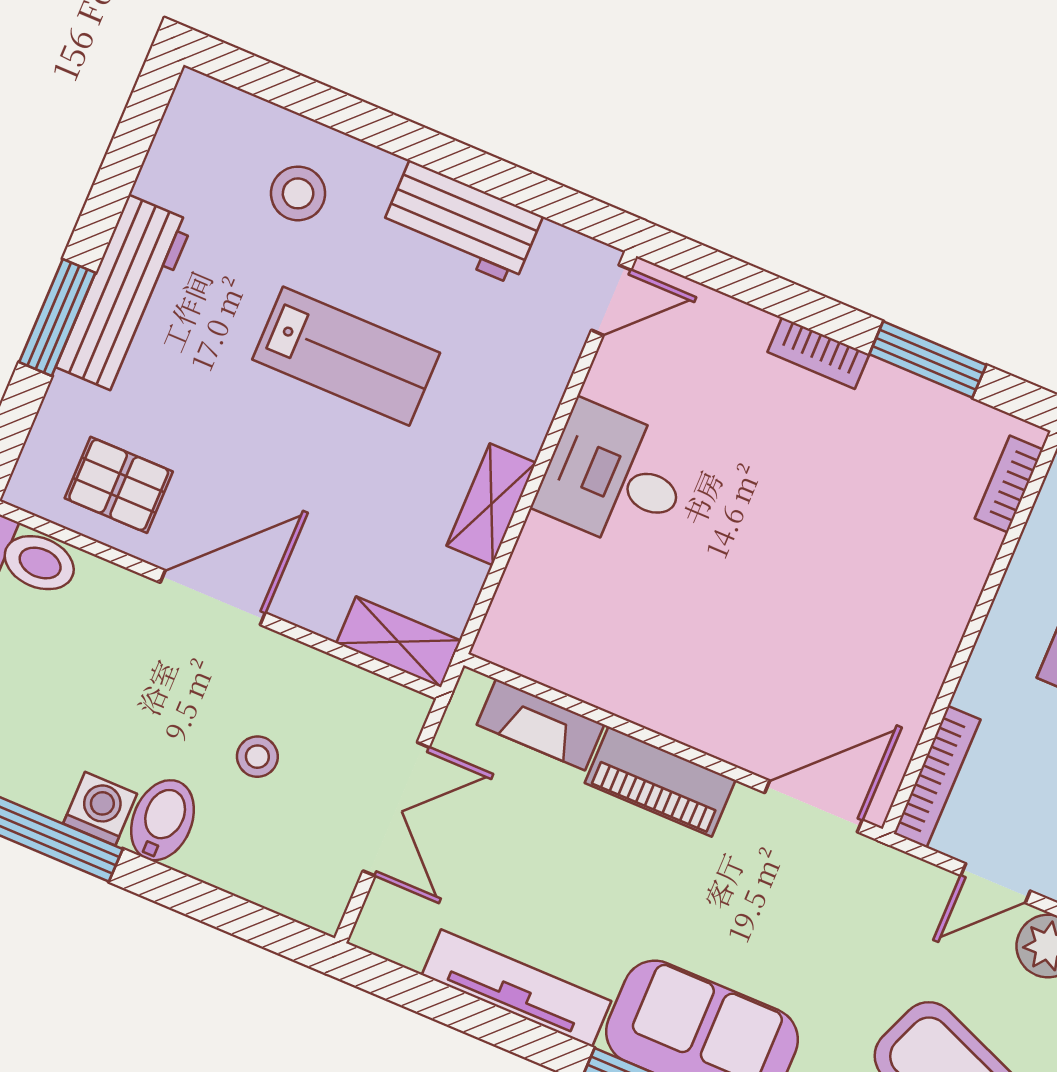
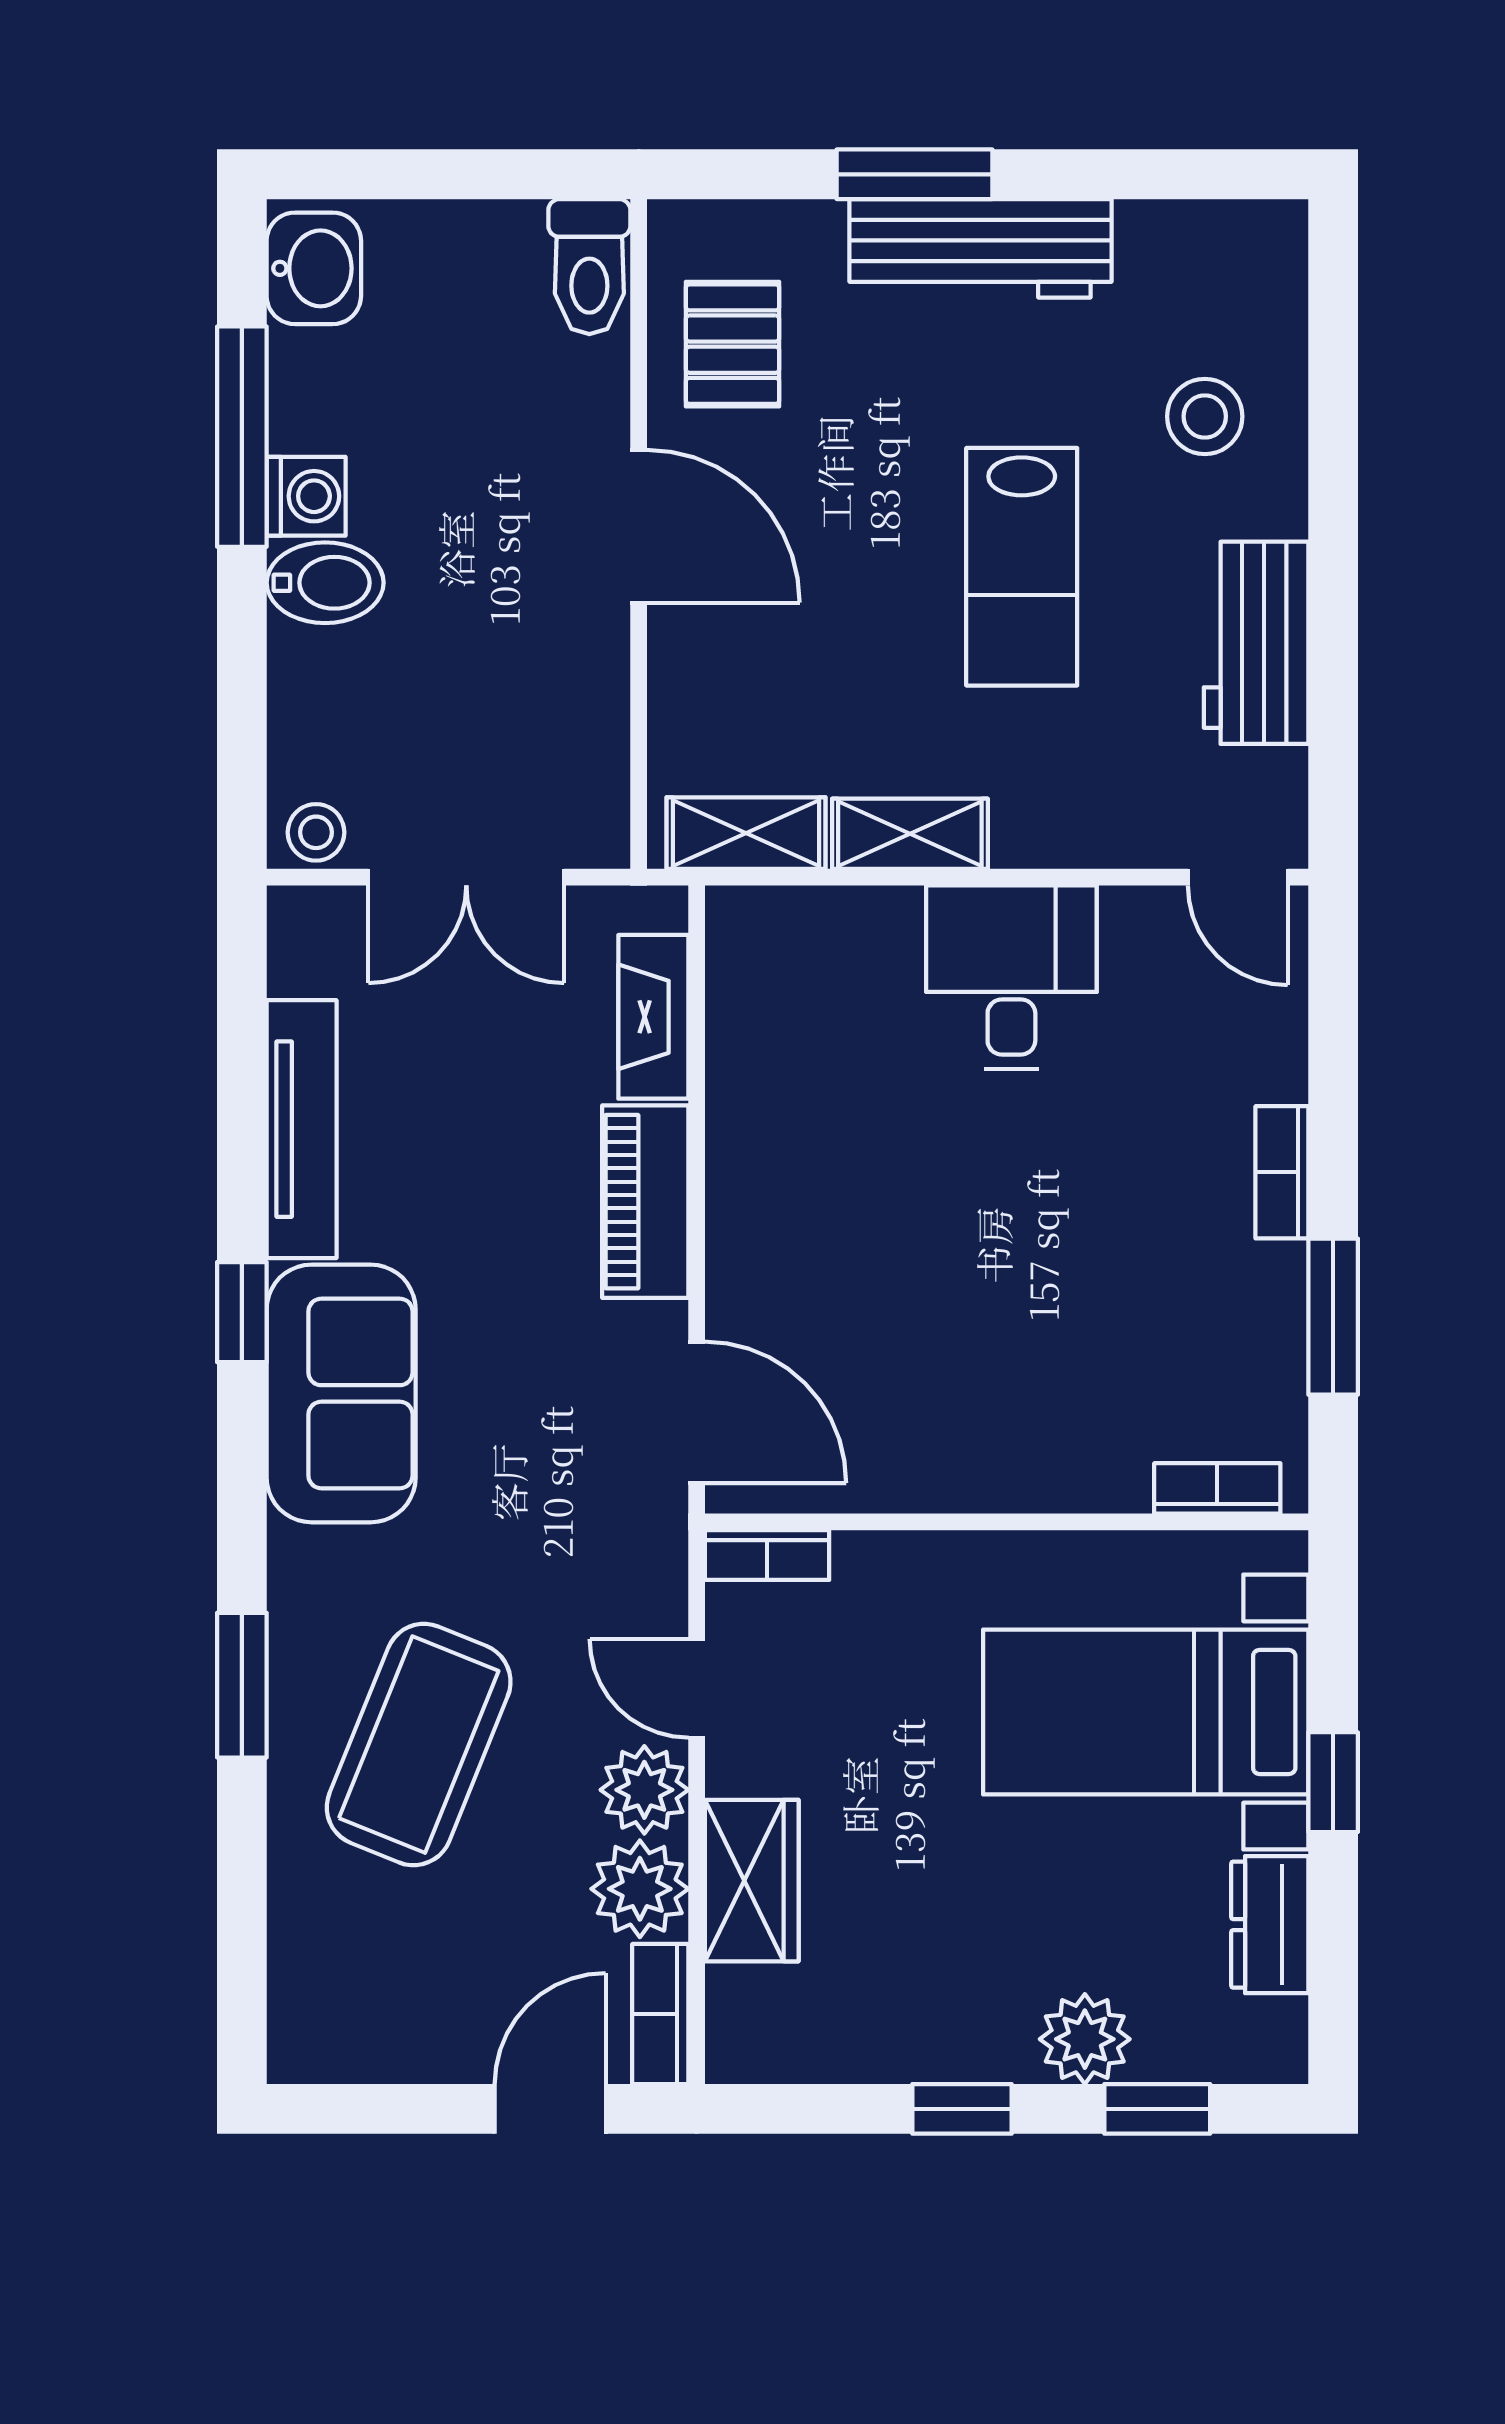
shelving: (399, 642) -> (746, 833), moved, turned 90
stool: (257, 757) -> (316, 832), moved
bookcase: (937, 777) -> (767, 1555), width x0.64

